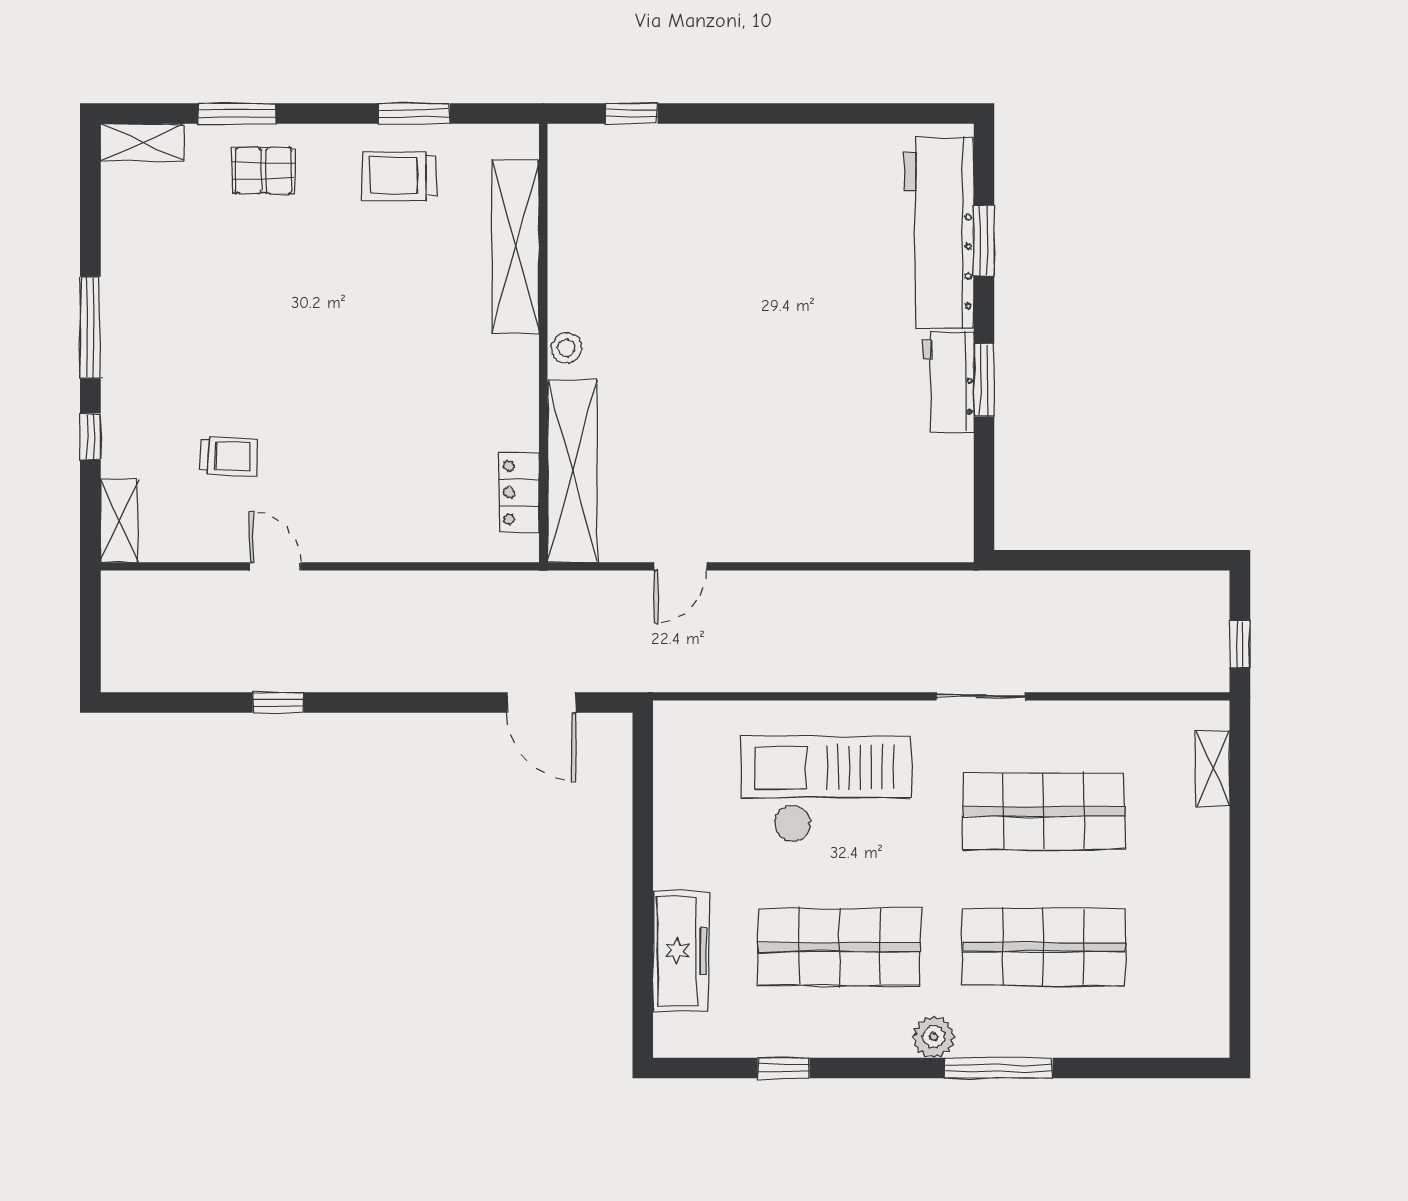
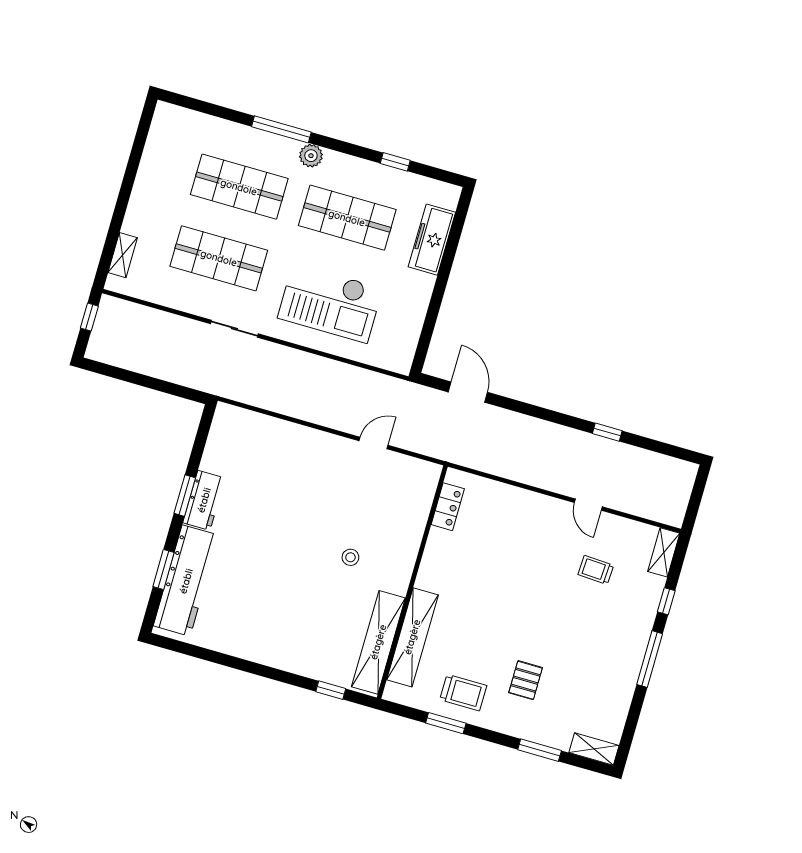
pallet: (264, 171) -> (526, 680), moved, turned 90
stool: (566, 348) -> (350, 557), moved
shelving: (572, 471) -> (378, 642), moved

